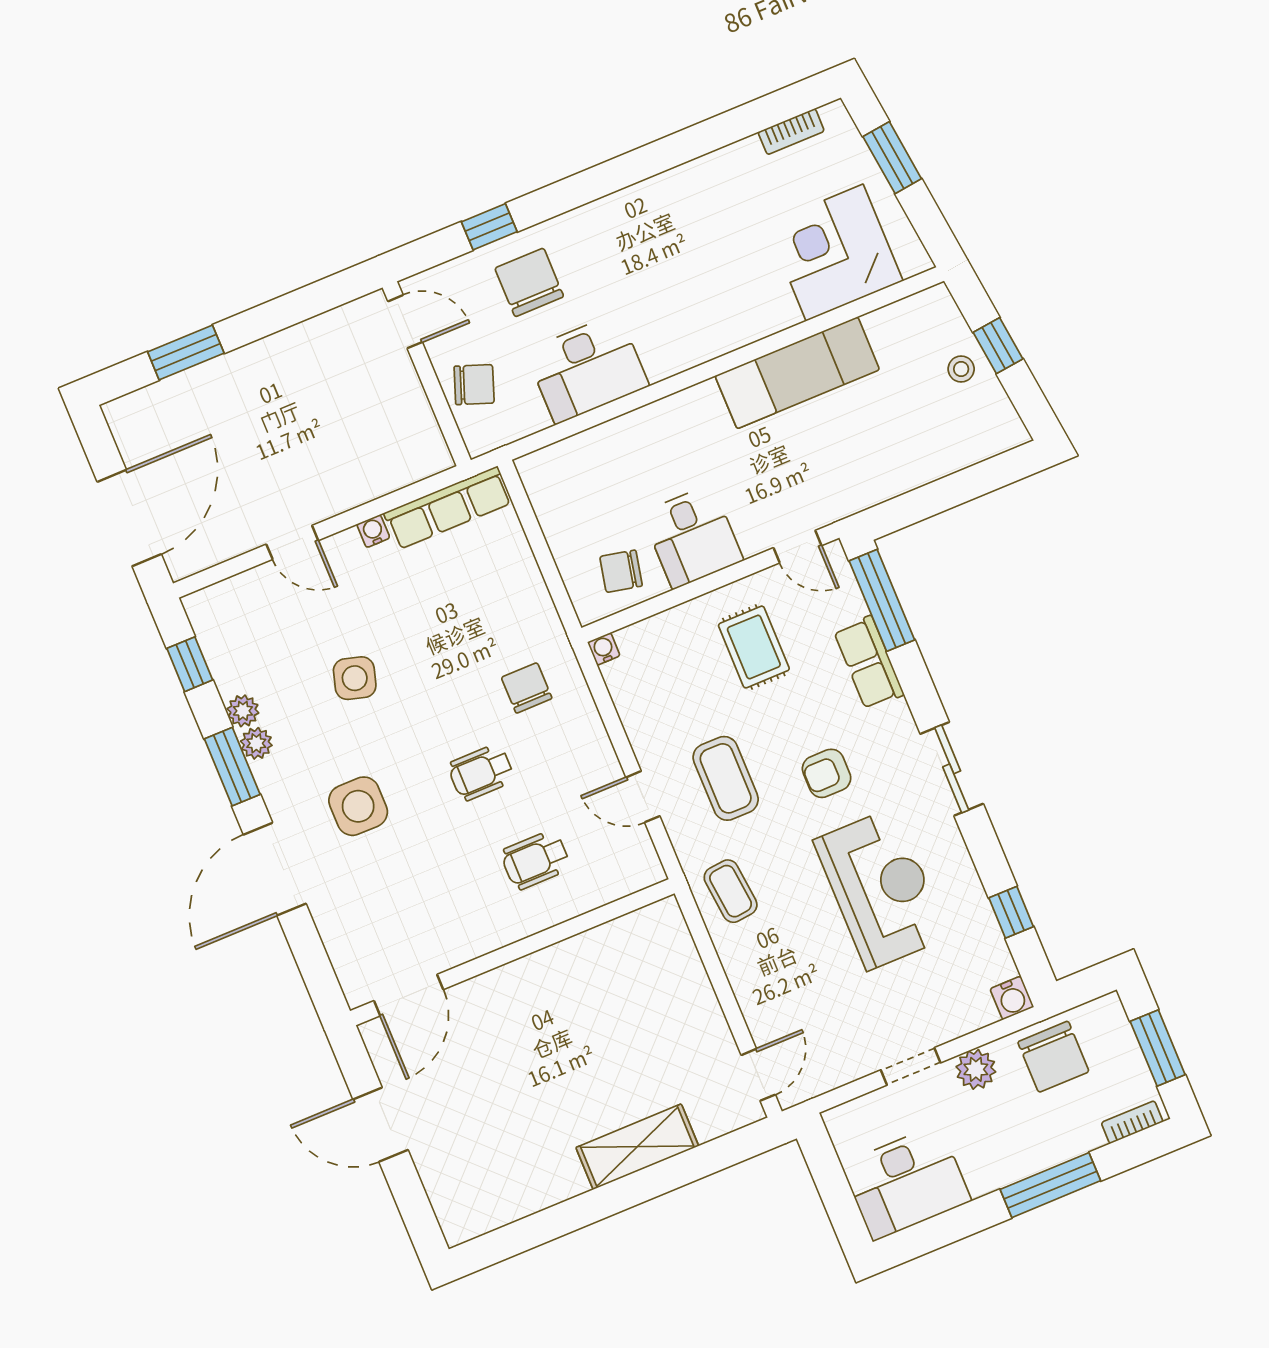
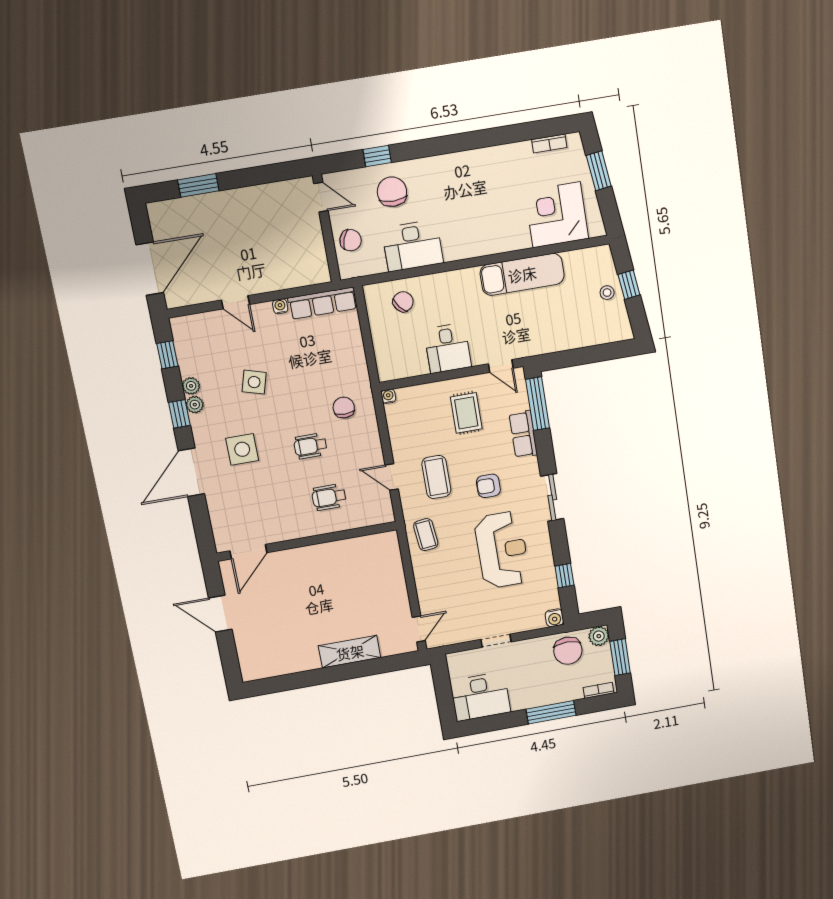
chair: (621, 571) -> (403, 302), moved, turned 129
window: (232, 767) -> (179, 414), width x0.67
plant: (976, 1069) -> (599, 636), moved

